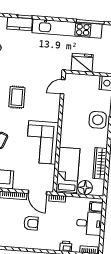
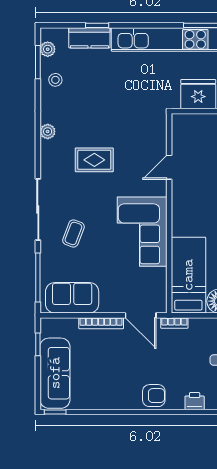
door: (63, 87) -> (169, 167), moved
rug: (17, 97) -> (94, 160), turned 90
armchair: (31, 223) -> (154, 396), moved

